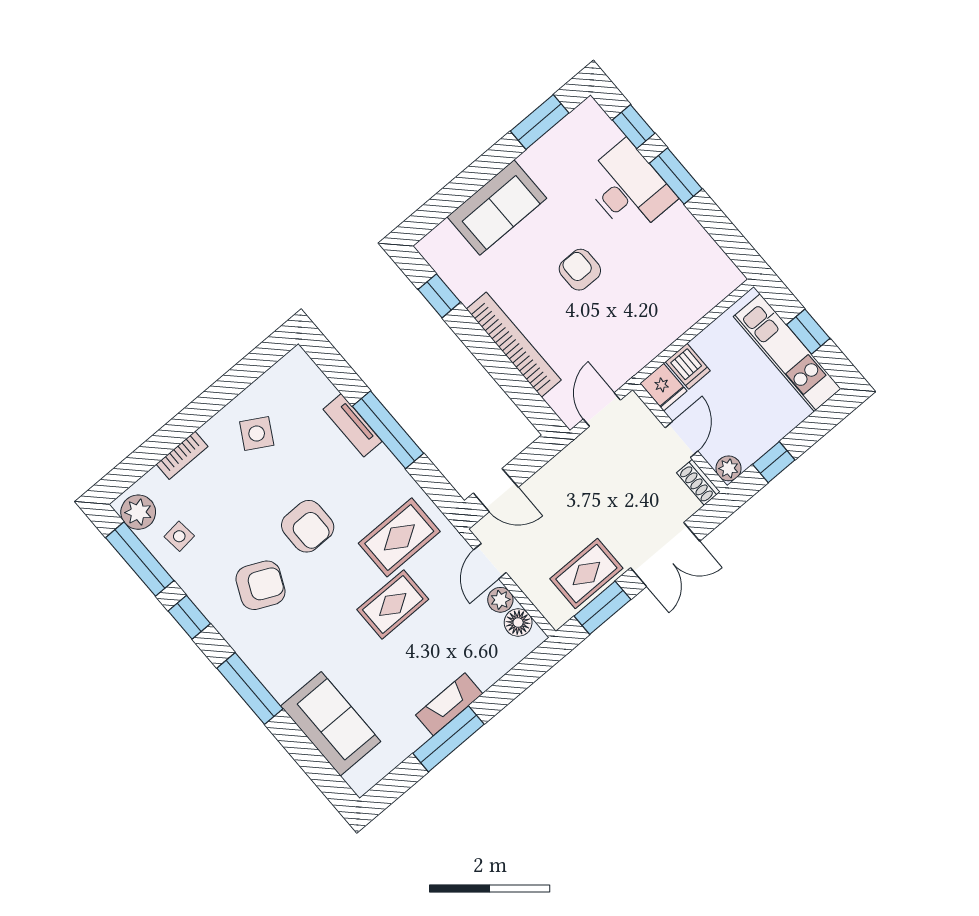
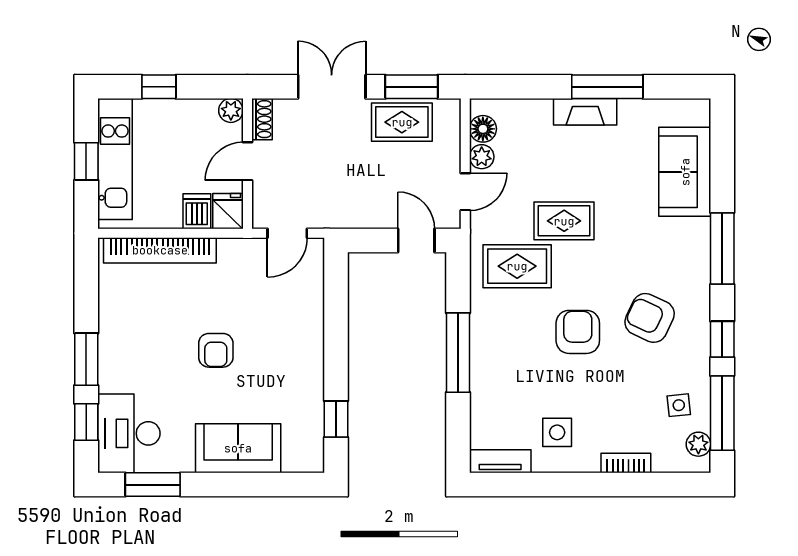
desk: (628, 188) -> (129, 433), moved
bookcase: (514, 345) -> (160, 250), moved, turned -90
tv unit: (353, 425) -> (500, 461), moved, turned -90
side table: (257, 434) -> (557, 432), turned -30
window: (774, 462) -> (159, 87), moved
plant: (138, 512) -> (698, 444), width x0.73, depth x0.73

